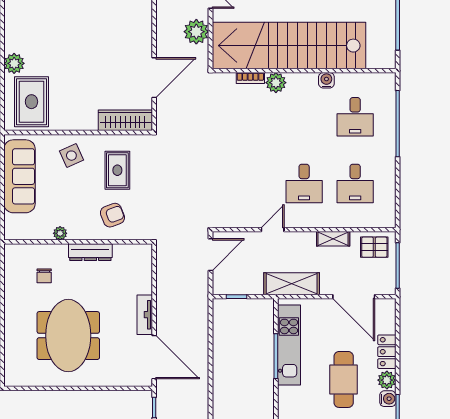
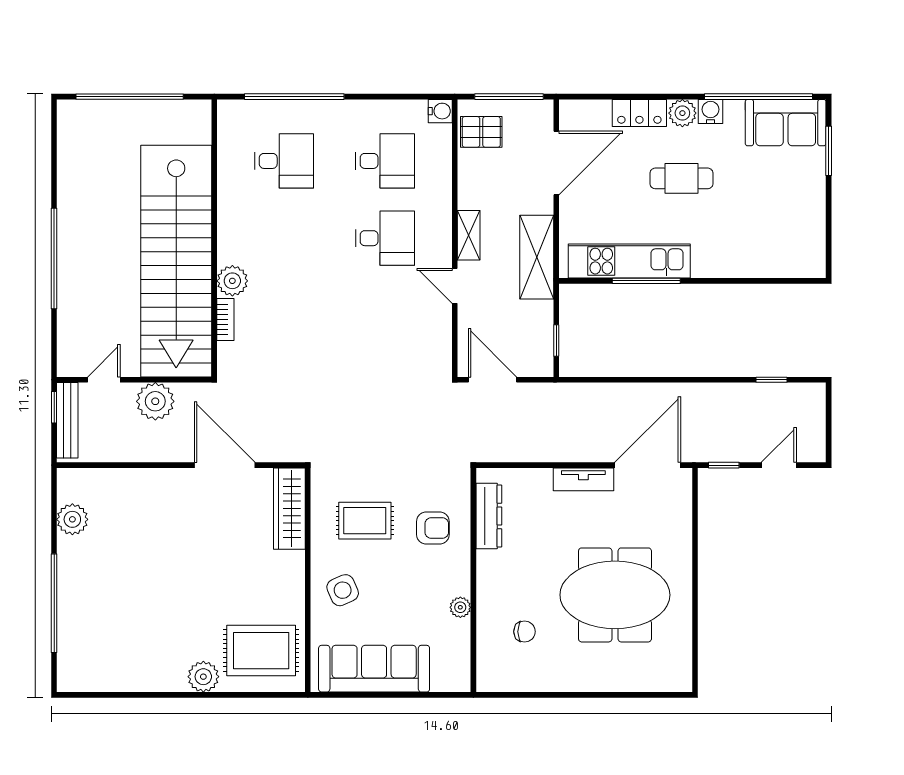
water cooler: (326, 80) -> (440, 111), moved, turned 180
armchair: (112, 215) -> (433, 528), turned 111
shelving: (333, 239) -> (469, 235), moved
pallet: (374, 247) -> (481, 132), turned 90
dresser: (90, 252) -> (489, 516), moved
cafe table: (344, 379) -> (681, 178), width x0.73, depth x0.74

